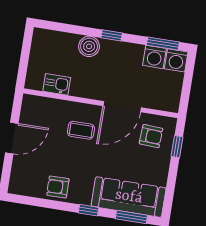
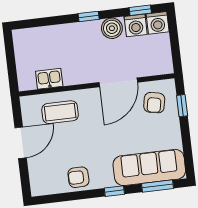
window: (163, 44) -> (140, 10), width x0.67
boiler: (89, 46) -> (112, 28), moved
coffee table: (81, 130) -> (60, 112), moved, width x1.36, depth x1.30
armchair: (151, 136) -> (154, 103), turned 98

